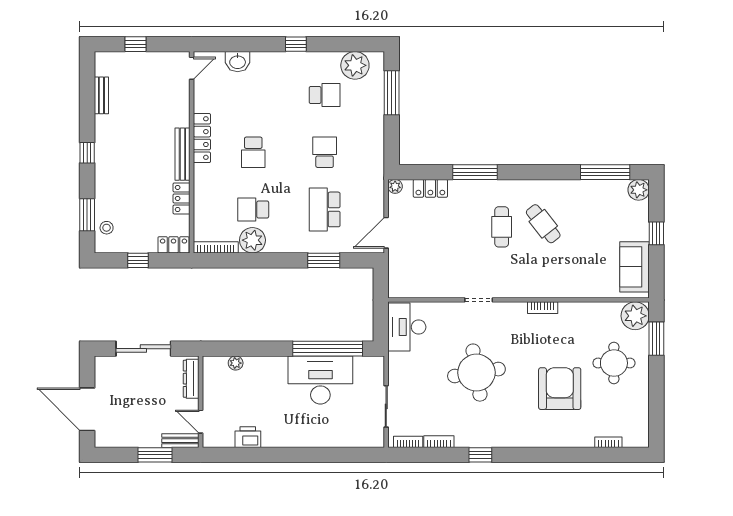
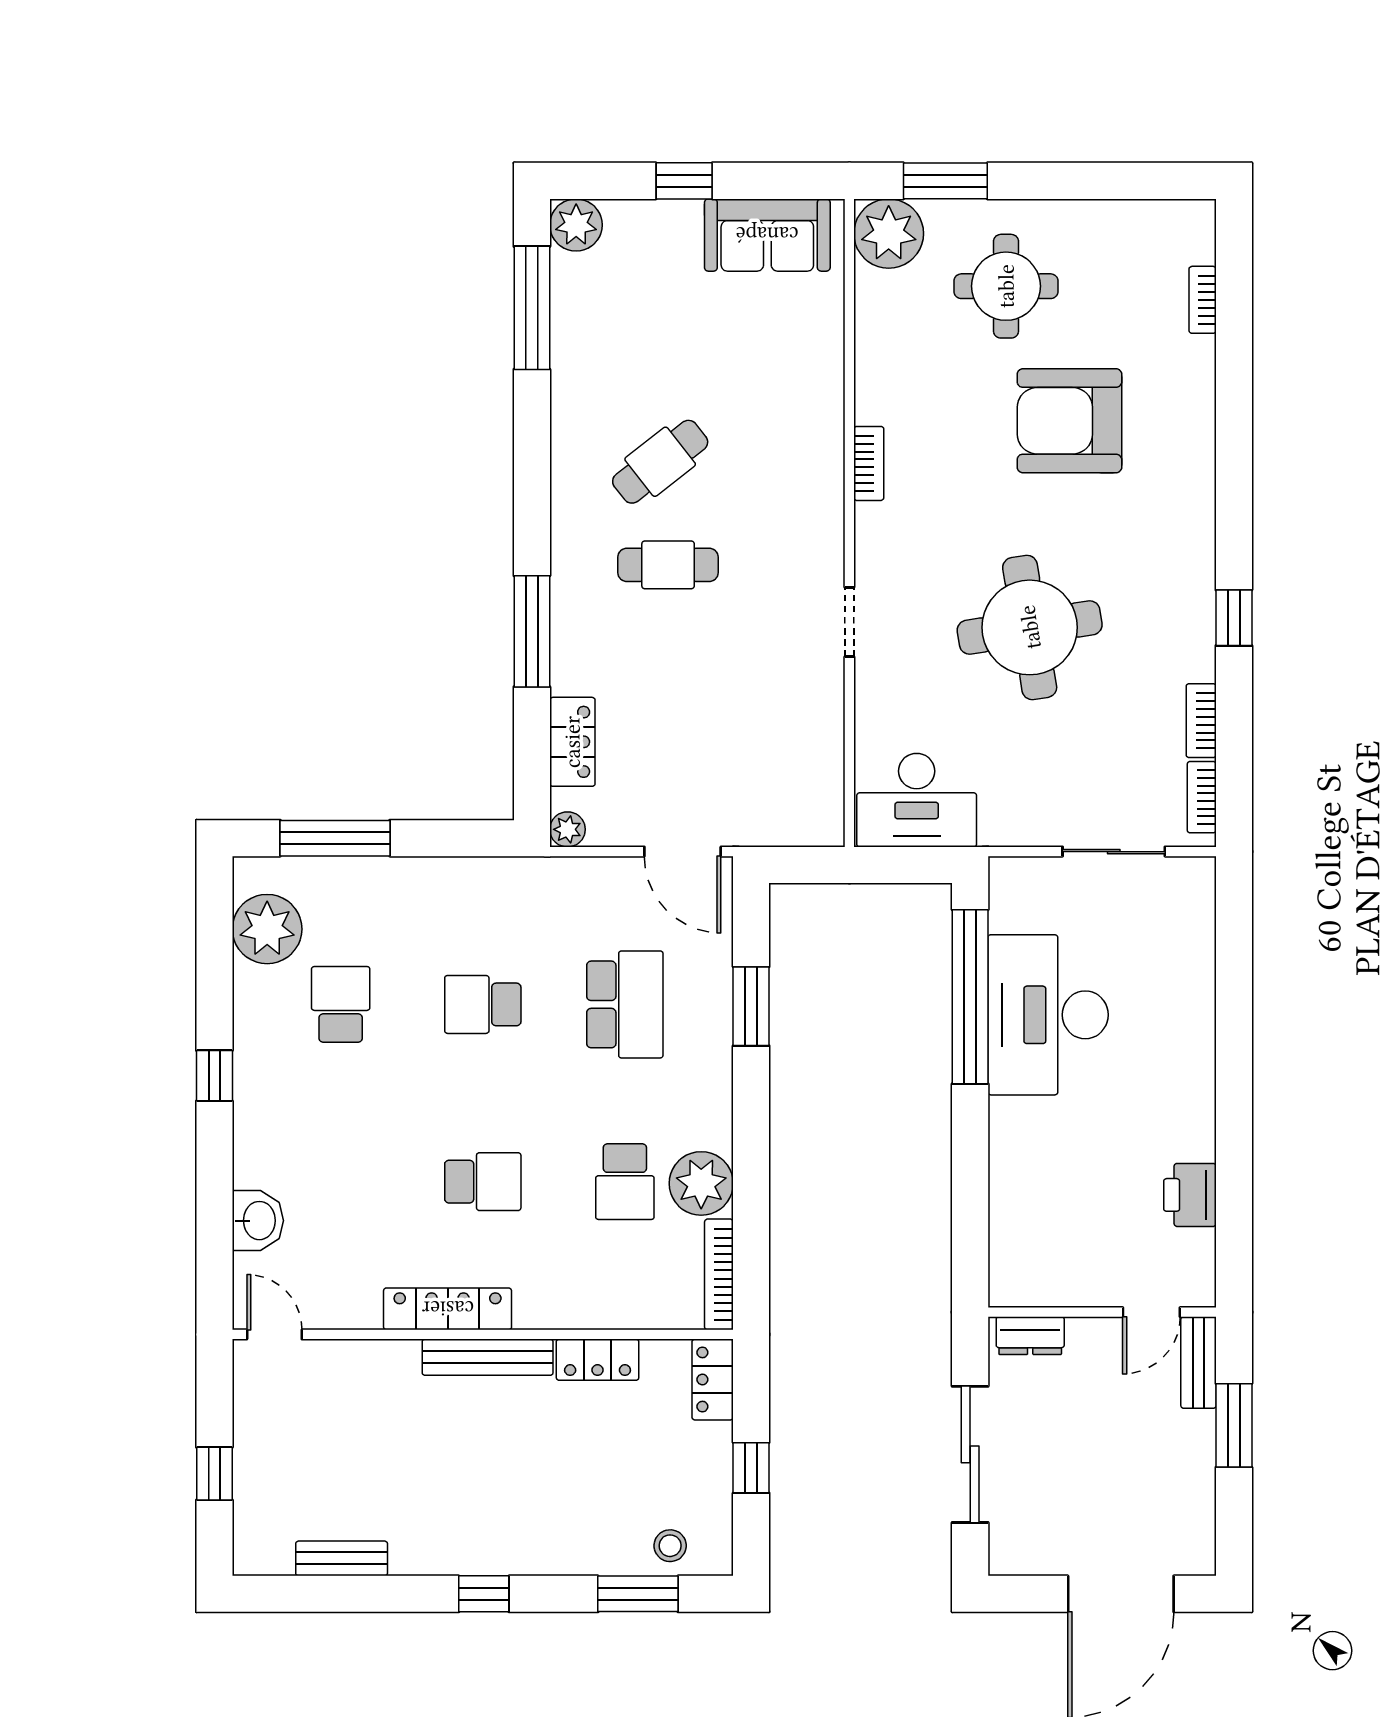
school desk: (325, 209) -> (625, 1004), turned -90
plant: (236, 363) -> (1006, 1225), removed
dresser: (191, 379) -> (1030, 1336), width x0.70

